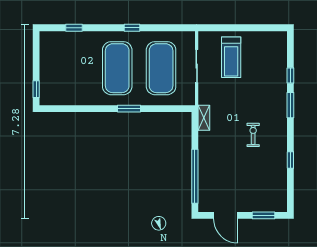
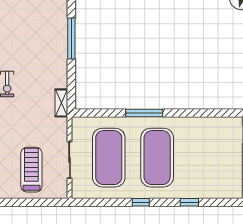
window: (74, 28) -> (189, 202), moved
window: (129, 109) -> (144, 113), width x1.44
window: (195, 176) -> (71, 38), width x0.68

